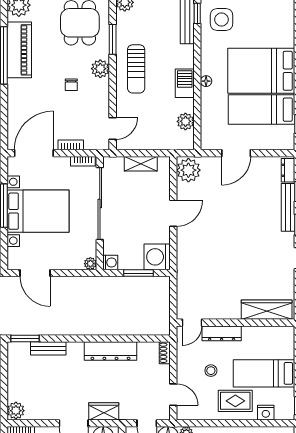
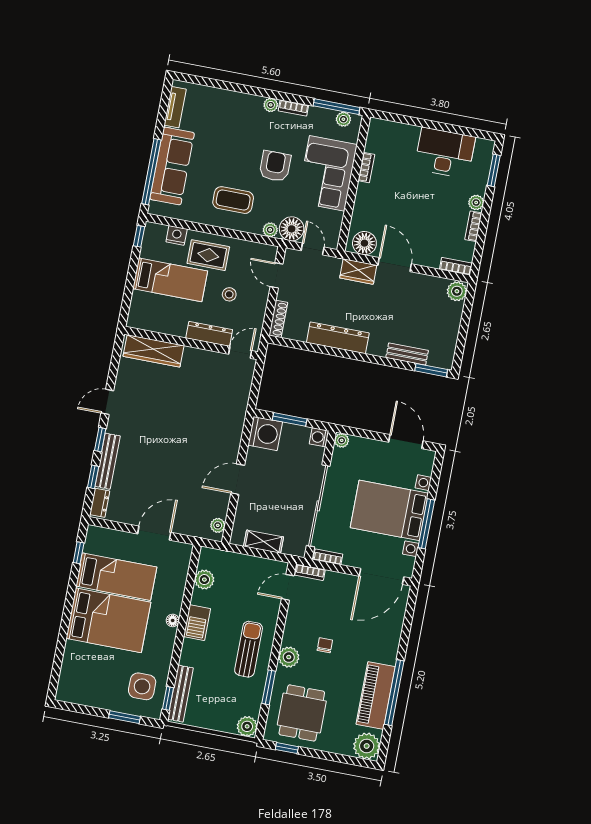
bookcase: (71, 145) -> (310, 572), moved
plant: (188, 170) -> (218, 525), width x0.53, depth x0.53
shoe rack: (165, 353) -> (278, 319), width x1.43

